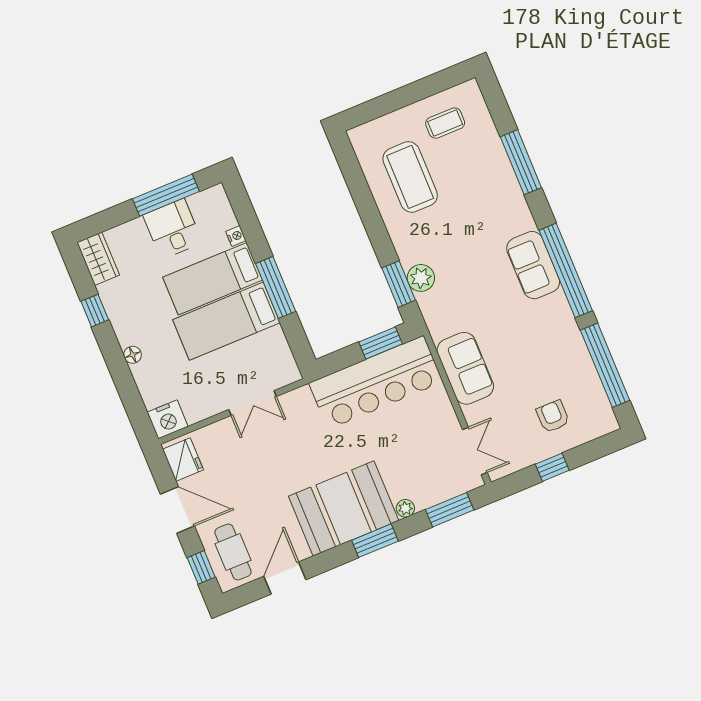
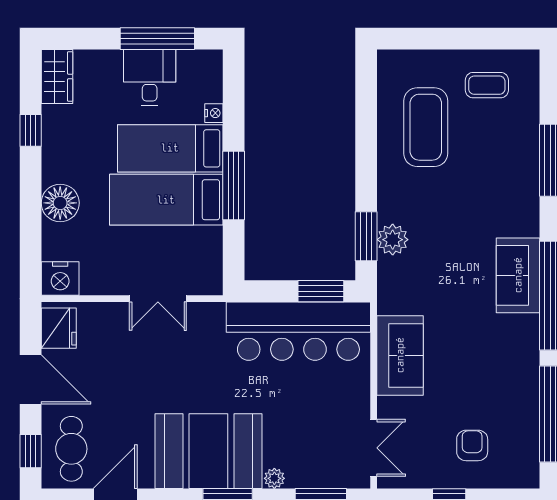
floor lamp: (133, 355) -> (60, 203), width x1.89, depth x1.89

